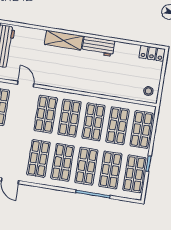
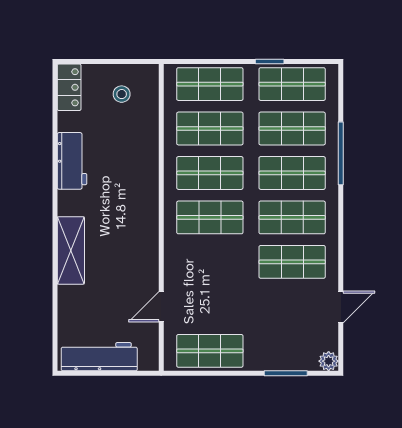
workbench: (98, 46) -> (72, 161), moved
stool: (148, 91) -> (122, 94), moved
shop shelf: (46, 114) -> (210, 262), removed

